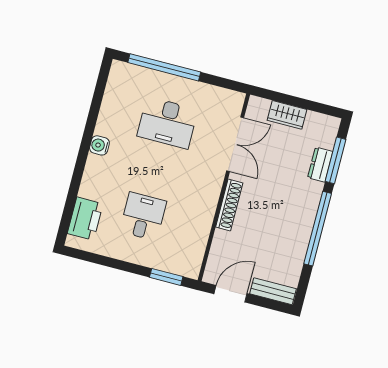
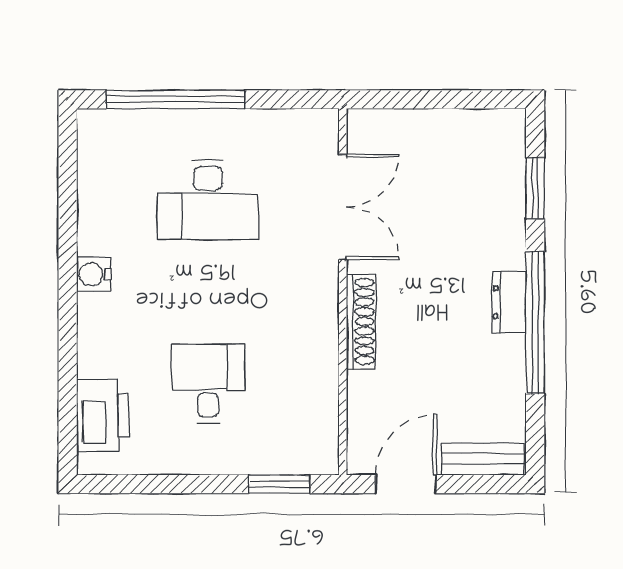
wardrobe: (287, 115) -> (424, 128), removed
window: (336, 160) -> (535, 188), width x0.69
dresser: (320, 165) -> (509, 302), moved

